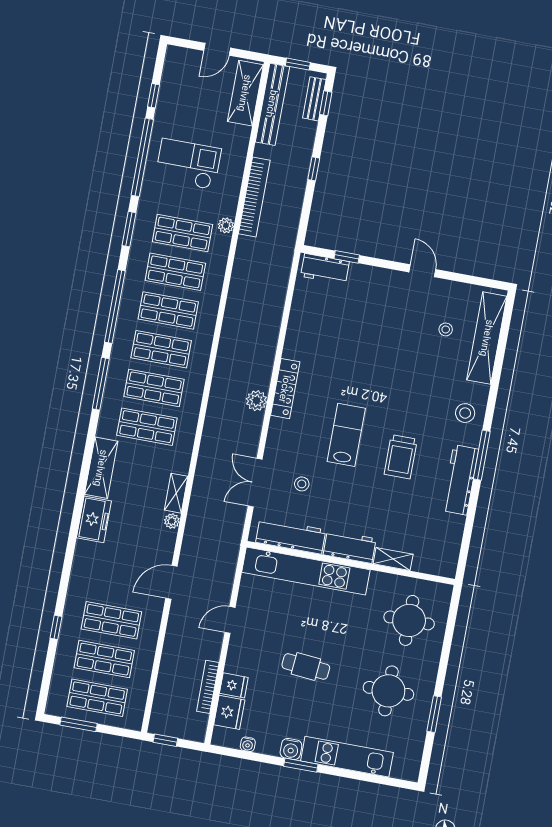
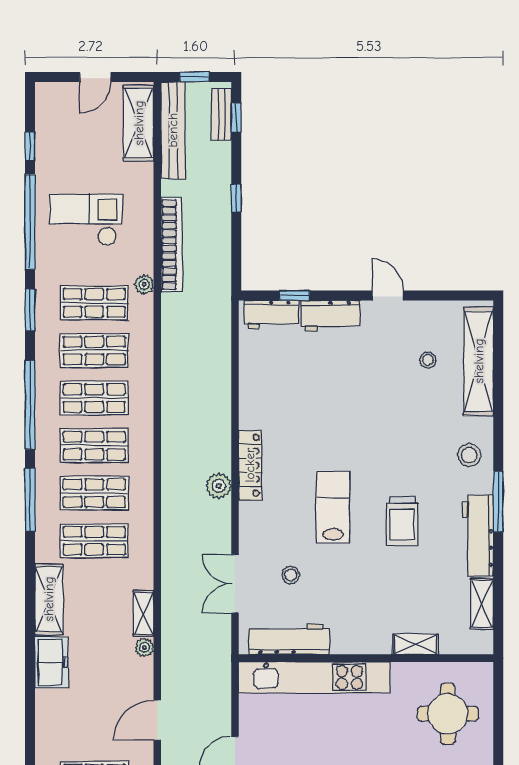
shelving: (453, 536) -> (482, 604), added
workbench: (350, 547) -> (331, 316), moved, turned 180

